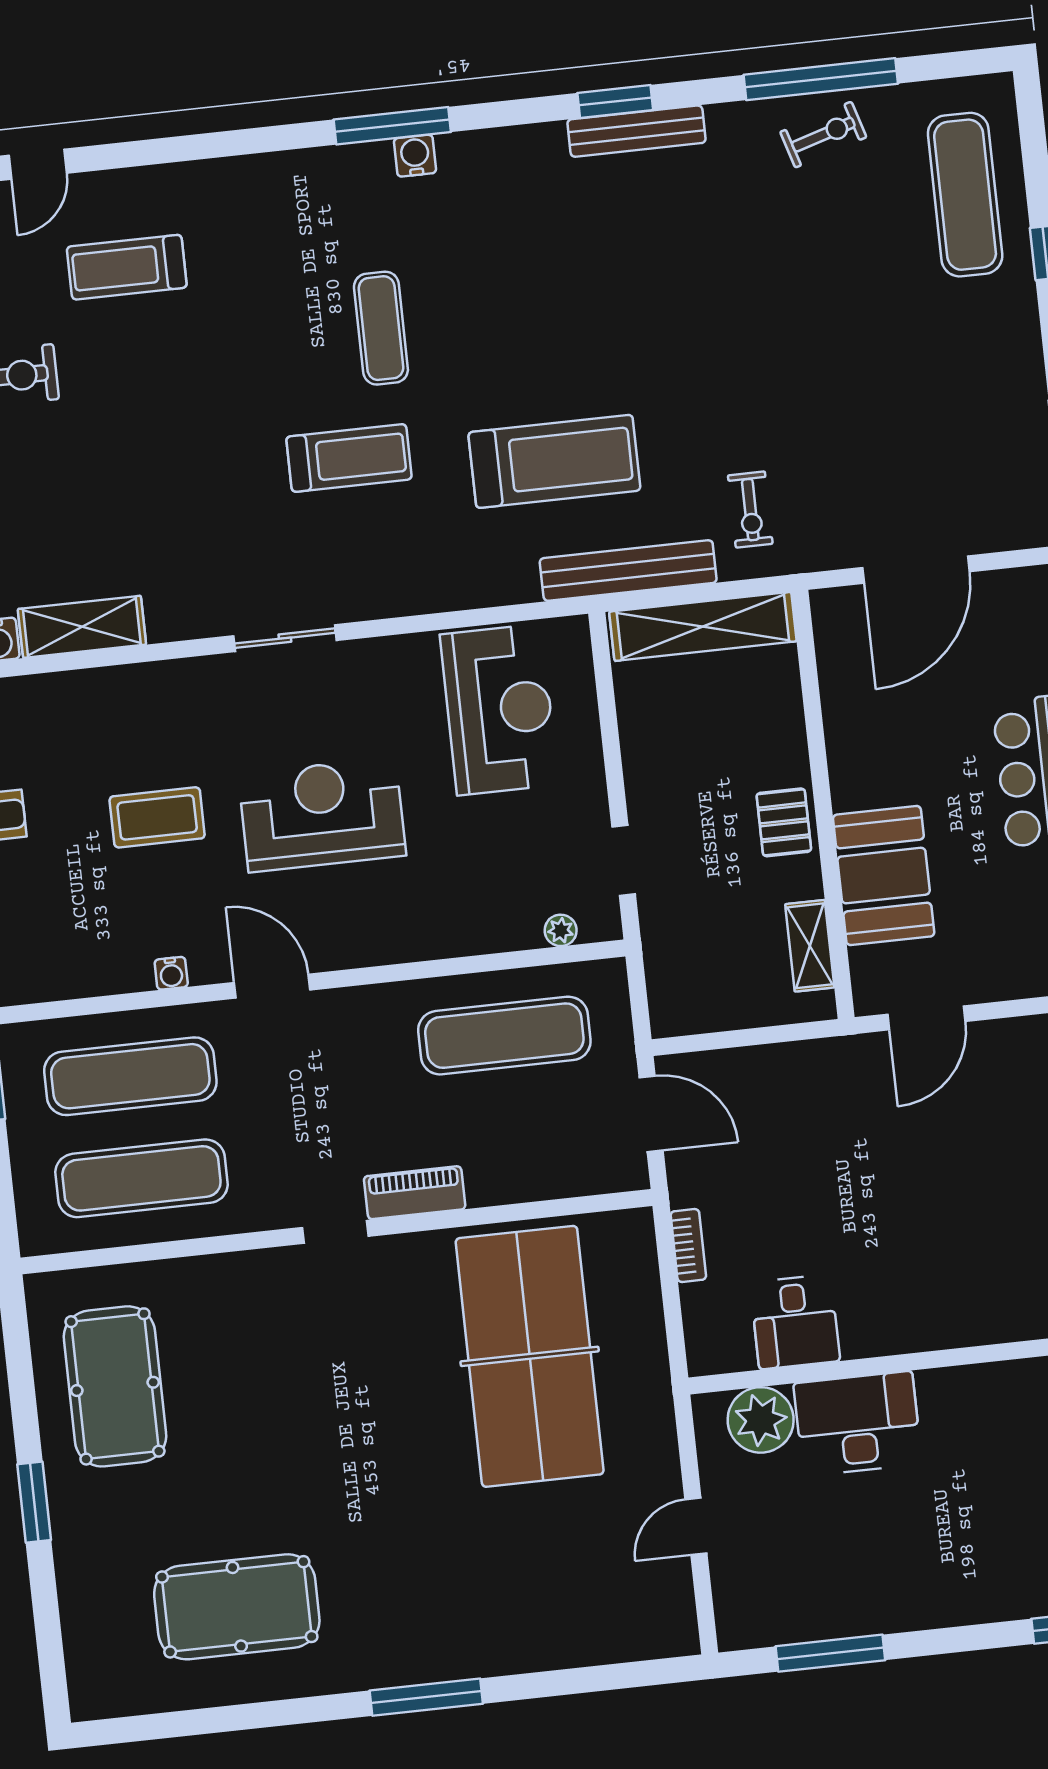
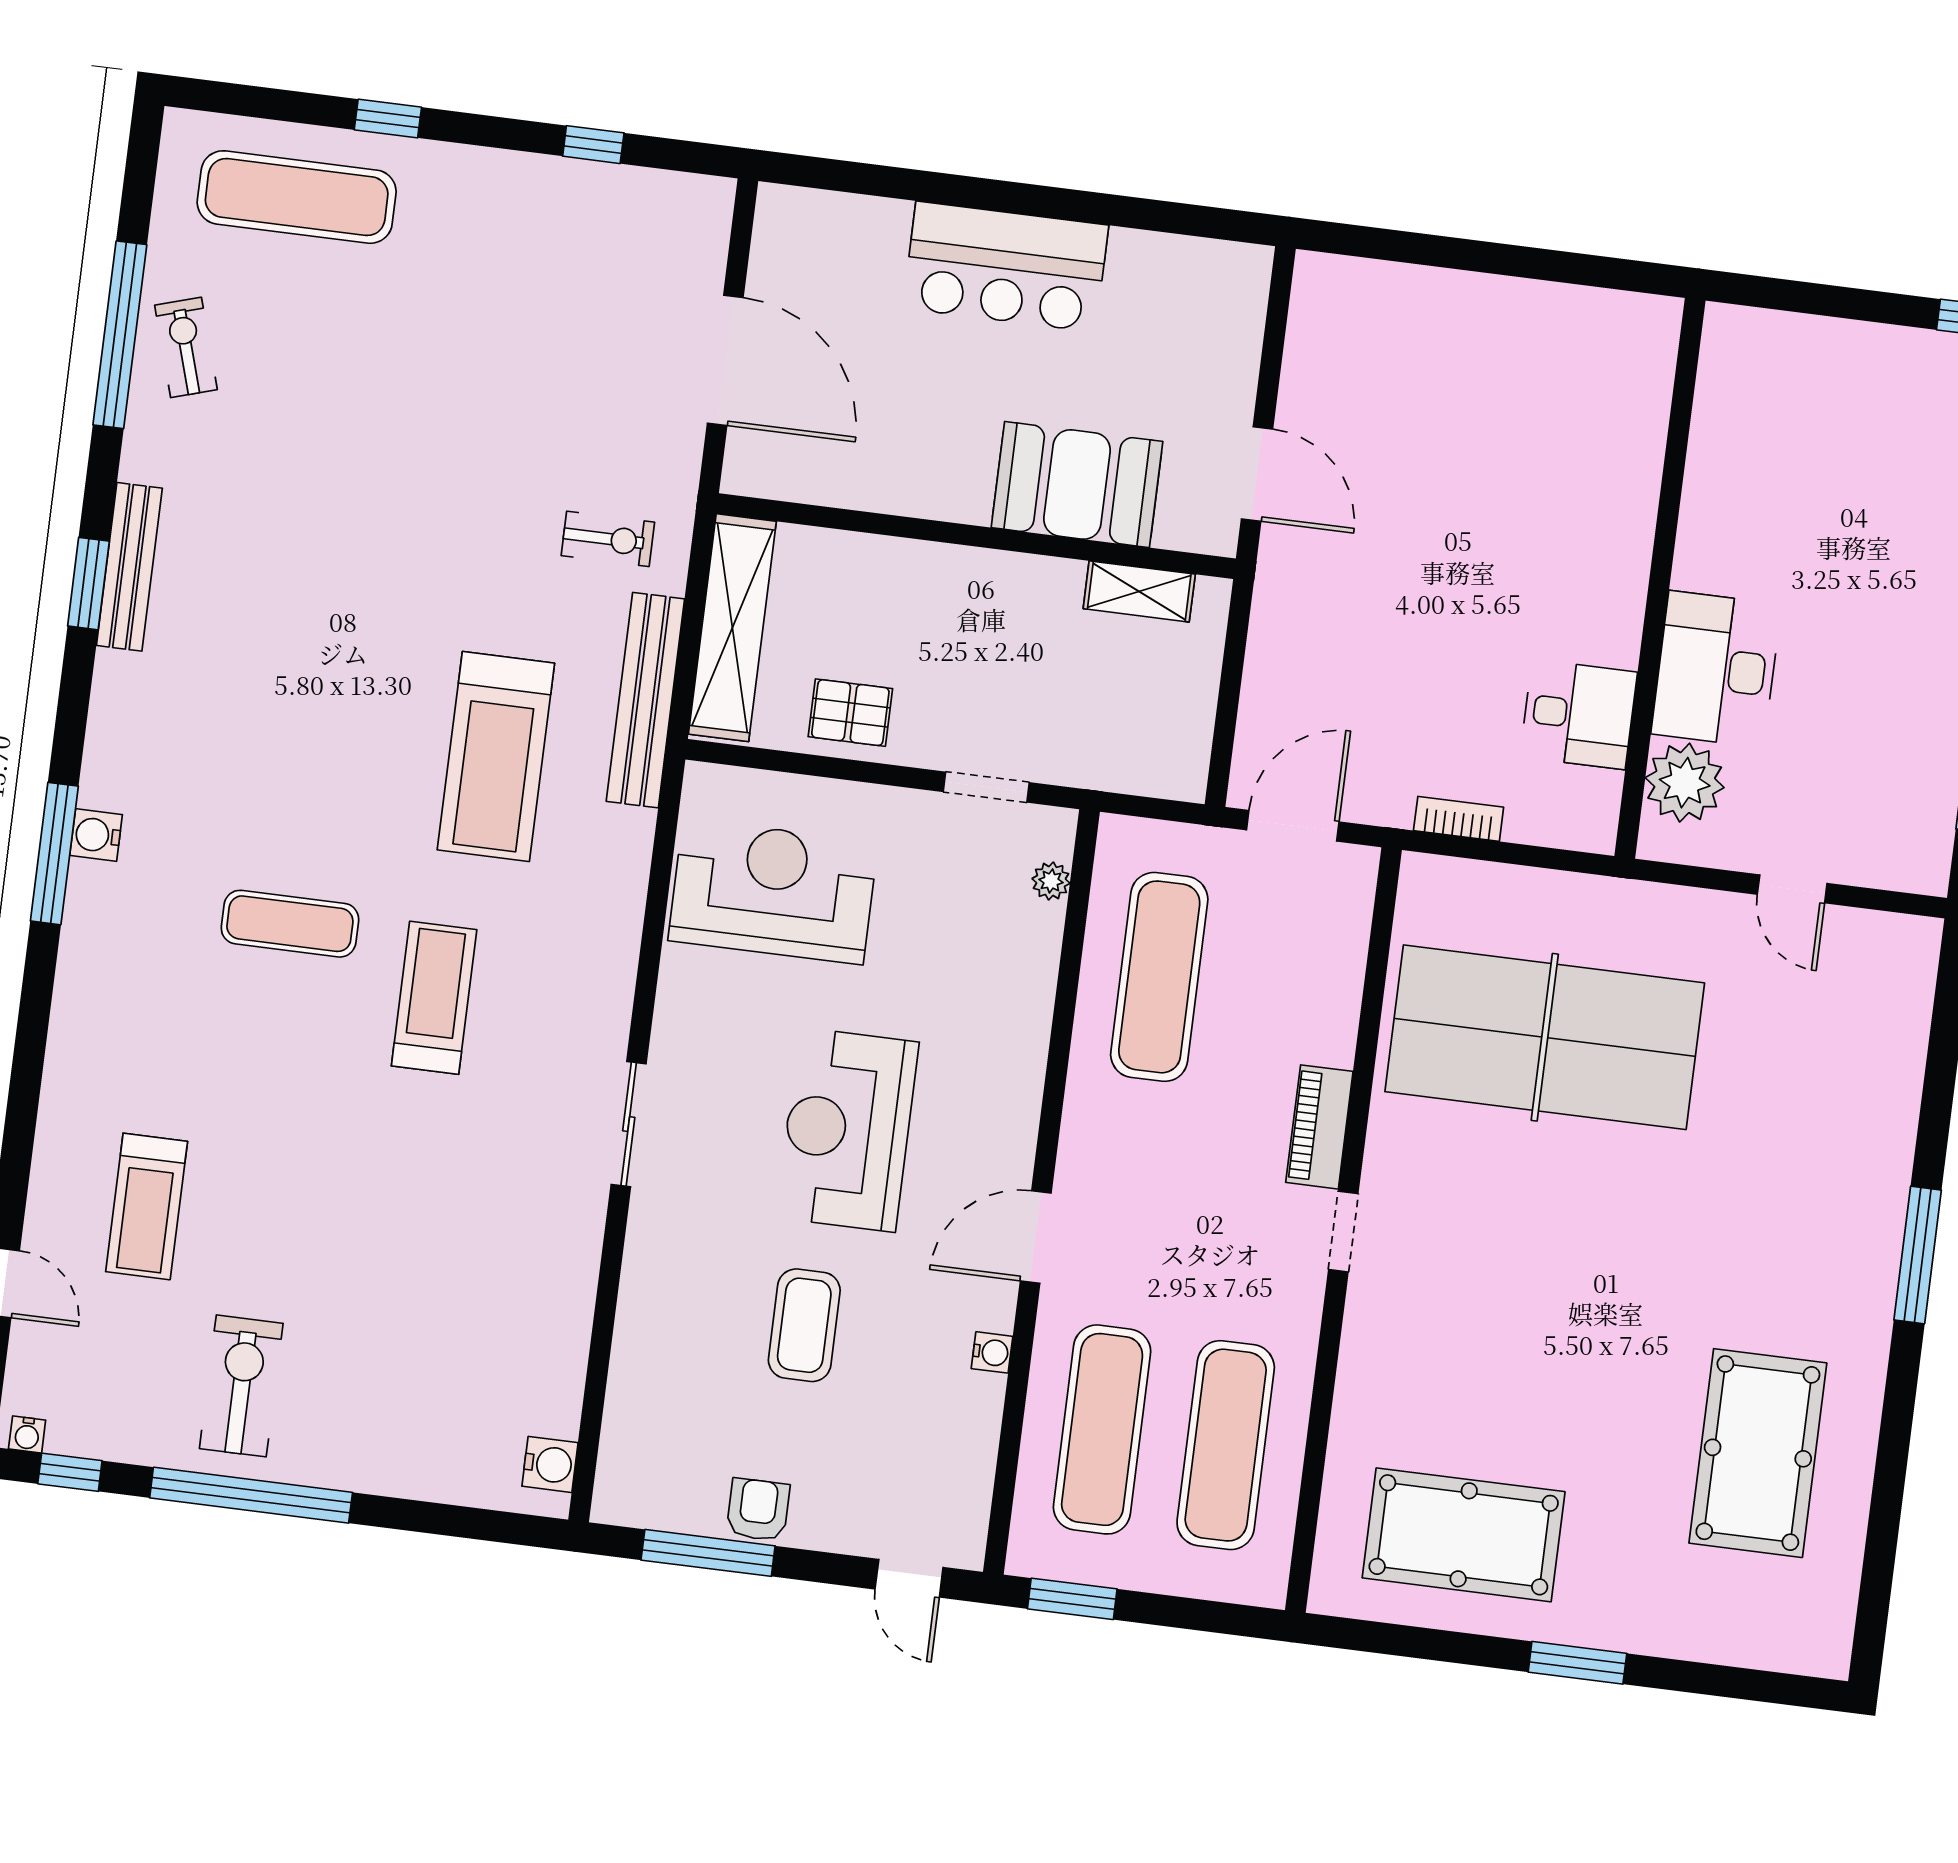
treadmill: (554, 461) -> (496, 757), turned 180
shelving: (82, 627) -> (558, 1360), removed
pallet: (784, 822) -> (850, 713), moved

